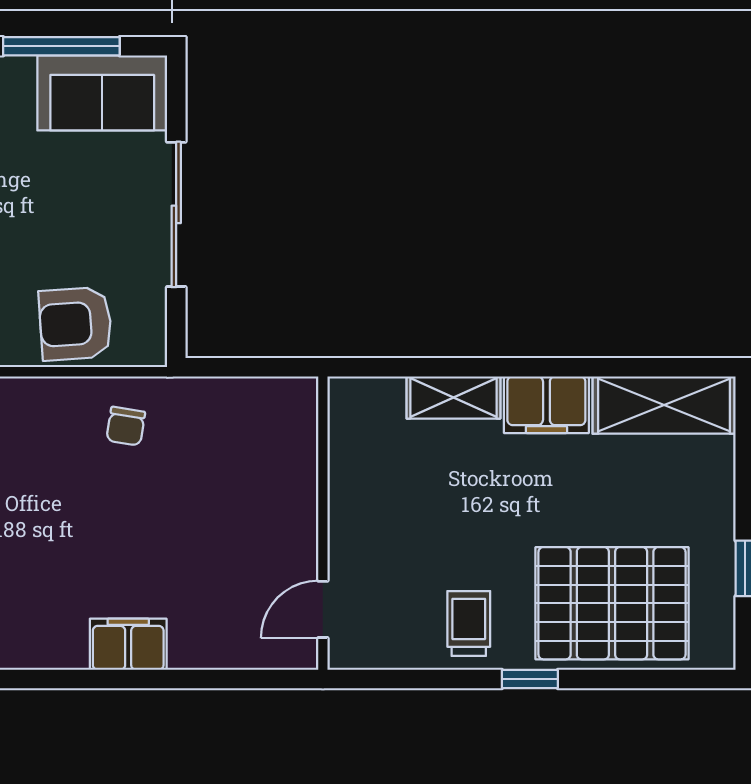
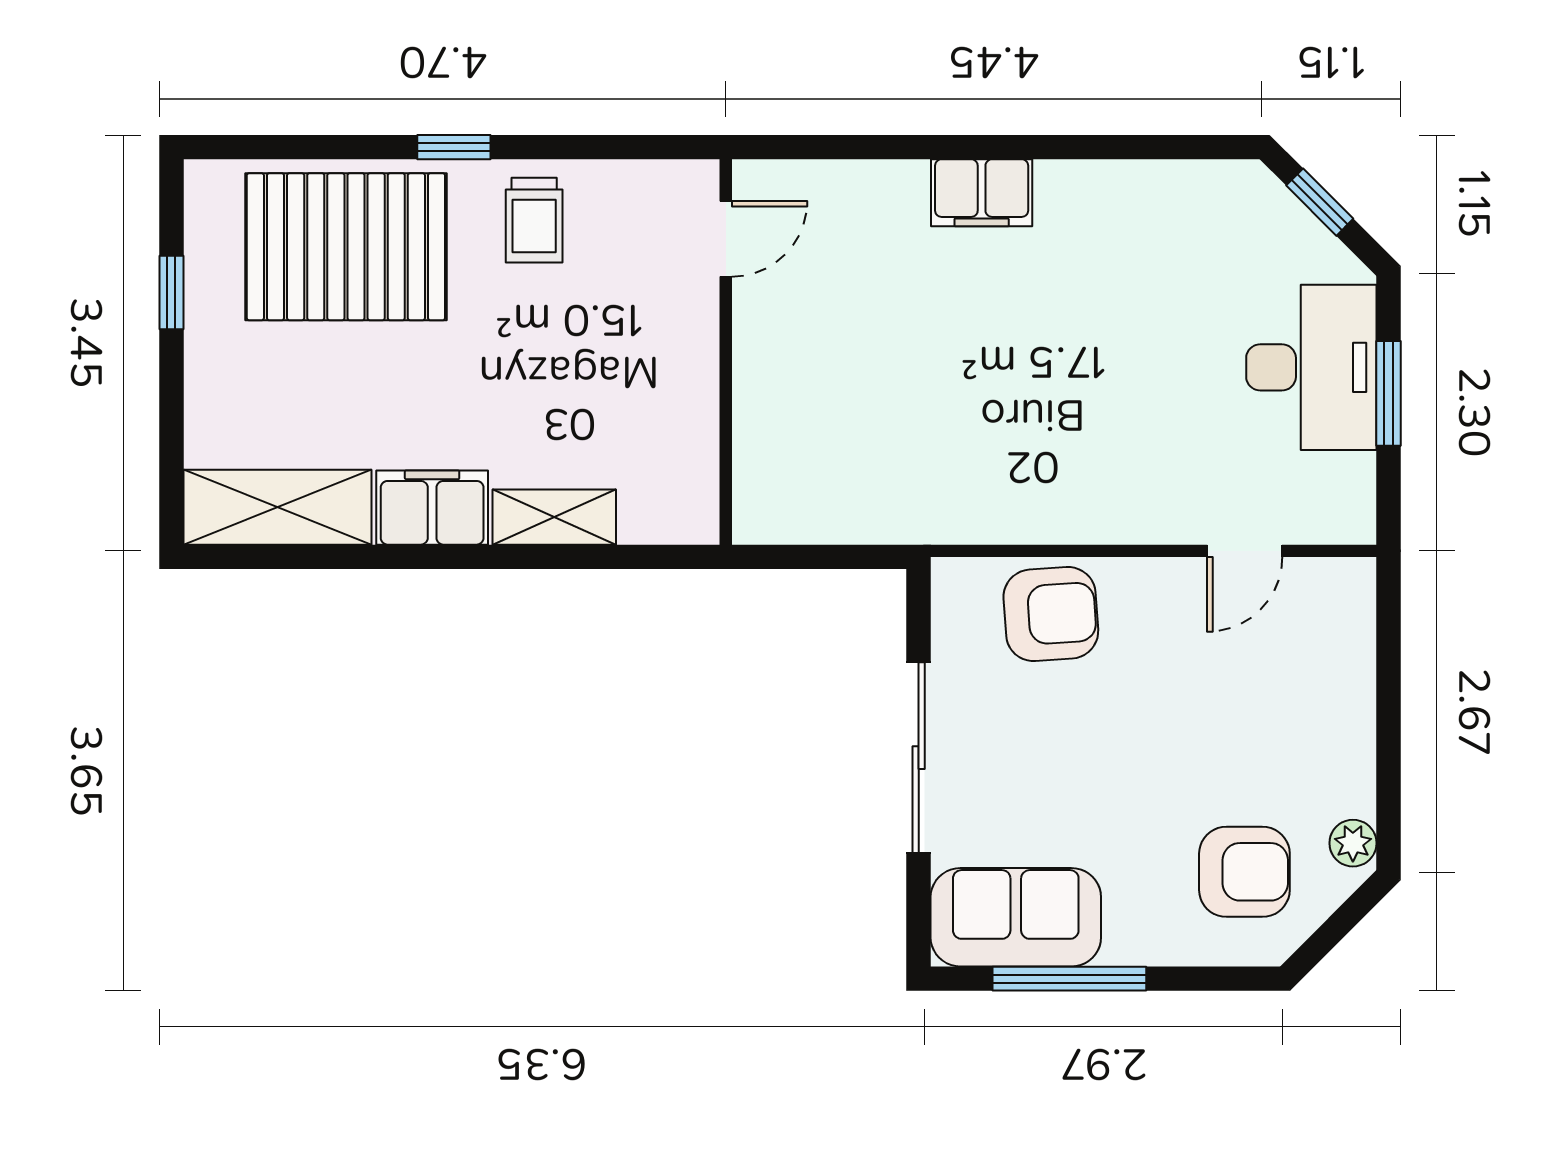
chair: (126, 426) -> (985, 479), removed

